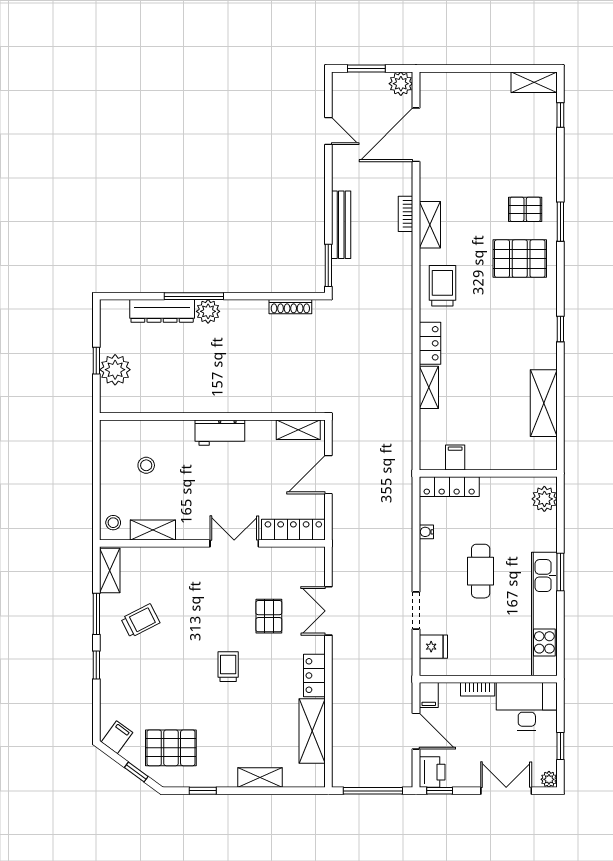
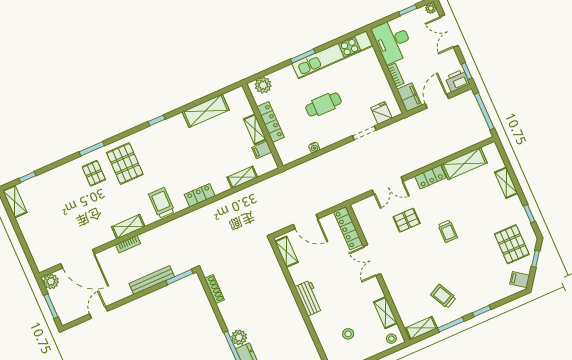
trolley: (442, 286) -> (162, 203), turned 90
shelving: (429, 387) -> (242, 177), moved
shelving: (488, 460) -> (255, 129), added
locker: (449, 487) -> (270, 122), moved
trolley: (228, 667) -> (448, 231), turned -90
filing cabinet: (429, 695) -> (409, 97), width x2.00

